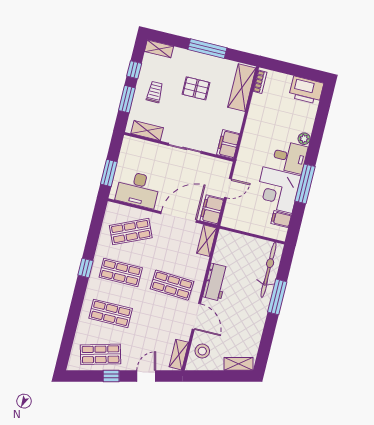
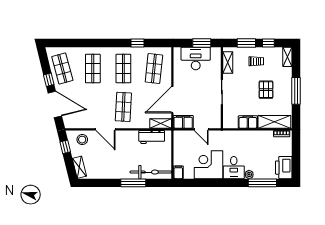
filing cabinet: (228, 144) -> (248, 122), moved
window: (109, 173) -> (202, 43), moved
window: (305, 184) -> (262, 183), moved
desk: (138, 189) -> (196, 58), moved, turned 90
door: (179, 217) -> (172, 100), swing flipped
filing cabinet: (281, 219) -> (178, 172), moved
shop shelf: (131, 232) -> (154, 69), turned 30
window: (85, 268) -> (138, 43), moved
workbench: (216, 282) -> (152, 137), moved
door: (196, 316) -> (106, 129), hinge flipped
shelving: (179, 355) -> (76, 124), removed
door: (146, 376) -> (55, 104), width x1.88
window: (206, 376) -> (65, 147), added

